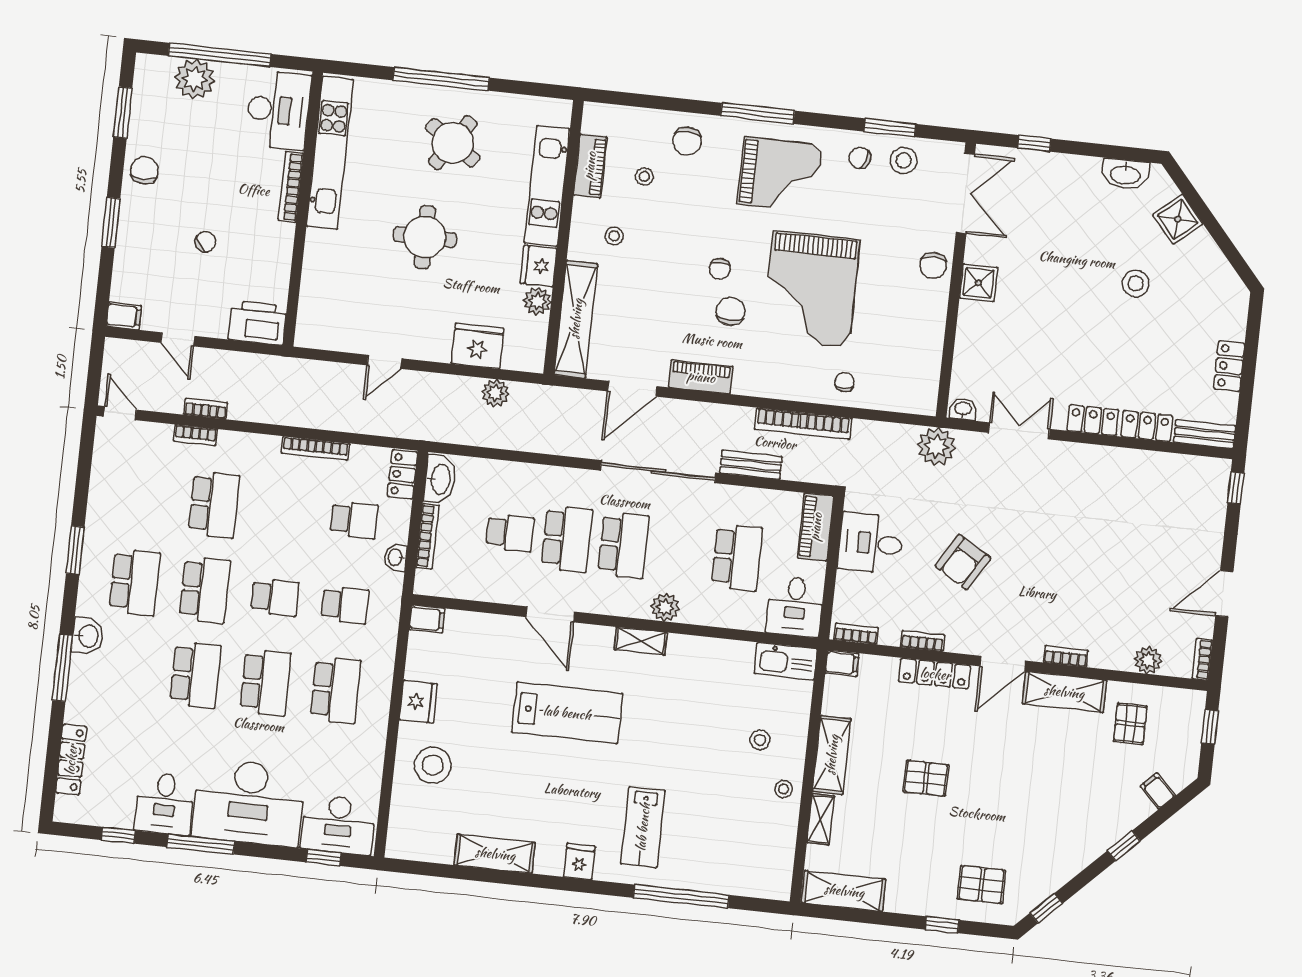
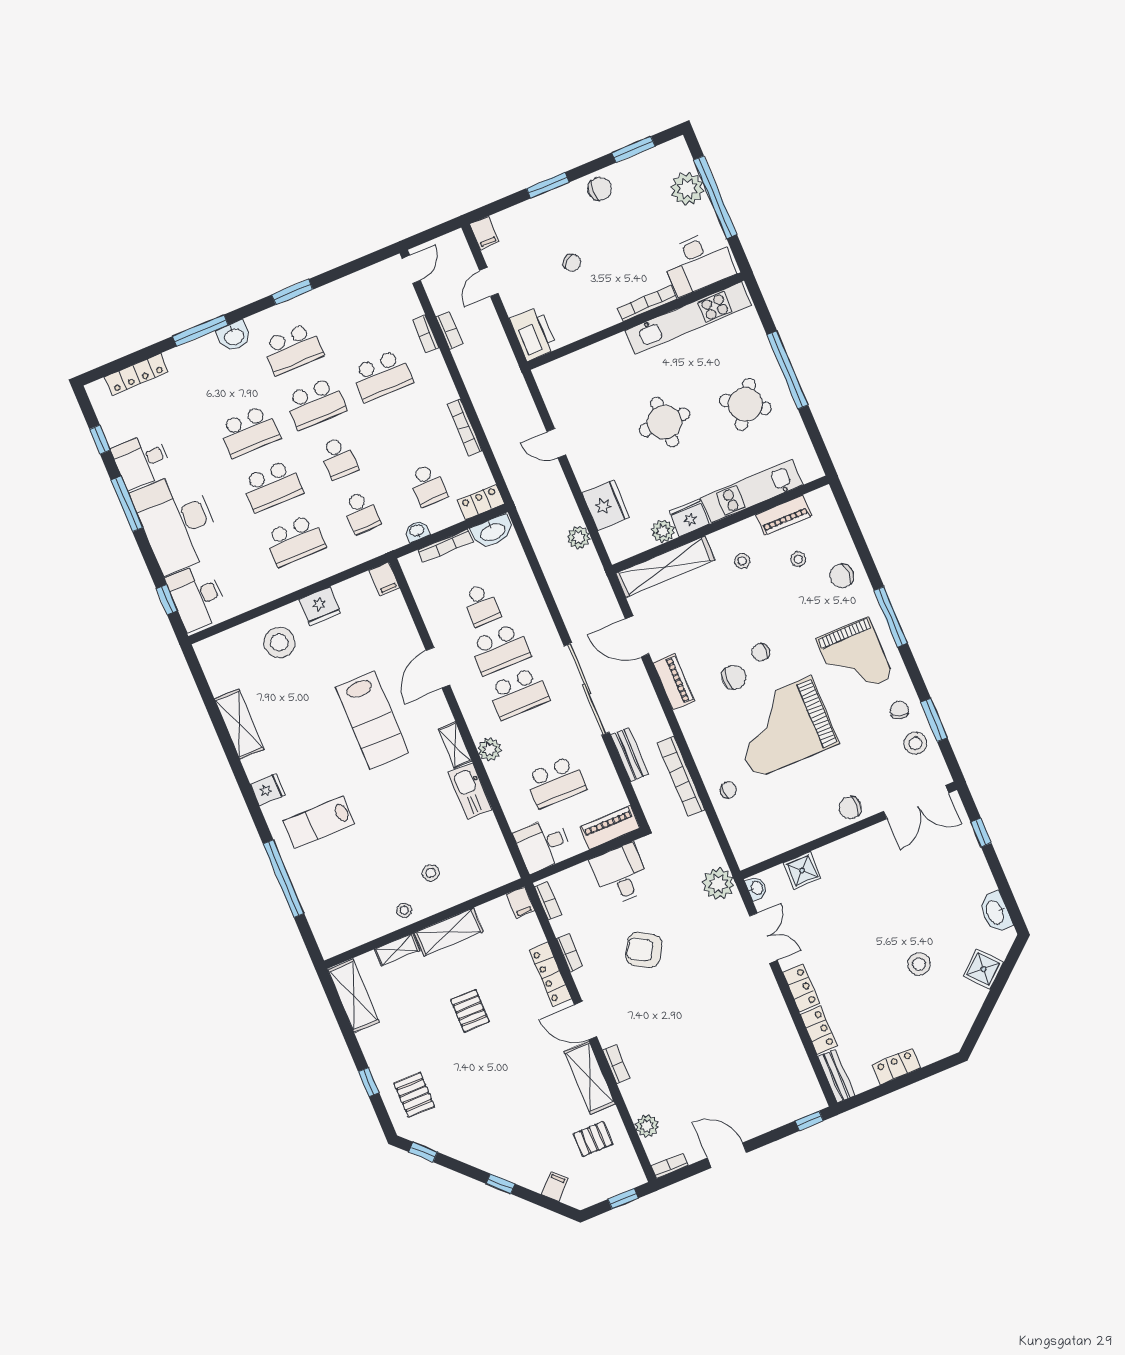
shower: (978, 283) -> (802, 871), moved
kitchen sink: (786, 661) -> (470, 791), moved

